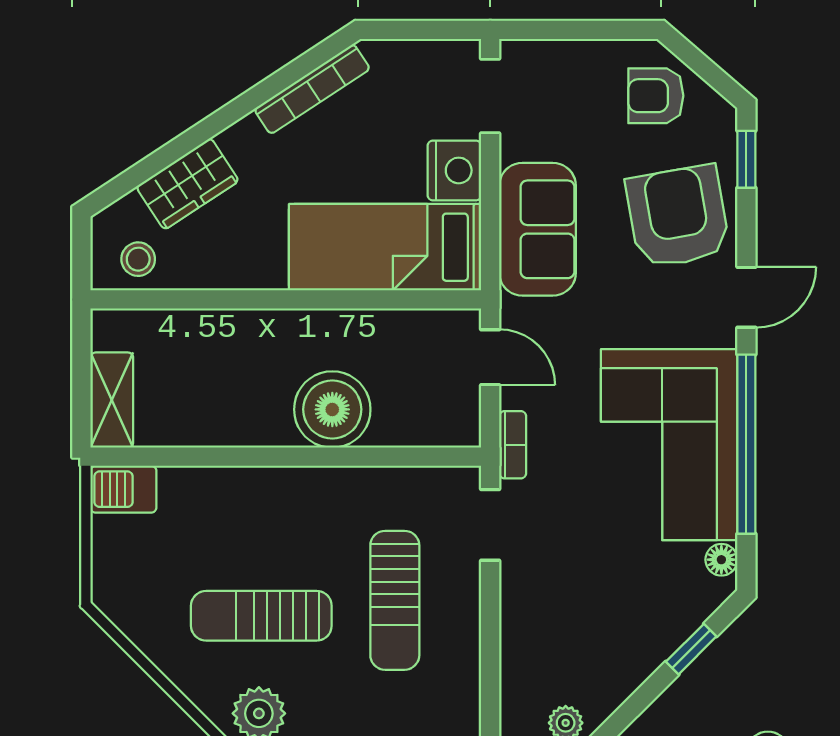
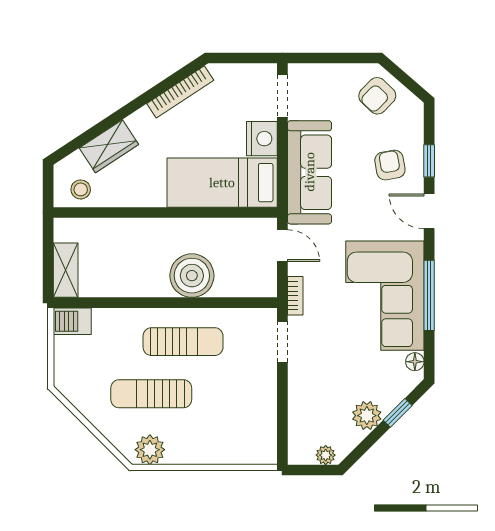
armchair: (656, 96) -> (377, 96), turned -46
window: (746, 159) -> (429, 161), moved
armchair: (678, 217) -> (390, 165), width x0.53, depth x0.53
sofa: (538, 229) -> (310, 172), width x1.36
door: (746, 297) -> (429, 211), swing flipped
window: (746, 444) -> (429, 295), width x0.68
sun lounger: (395, 600) -> (183, 342), moved, turned -90
plant: (638, 654) -> (367, 416), added

